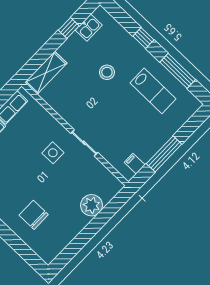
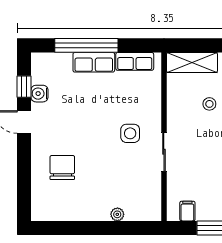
stool: (82, 87) -> (209, 104), added
plant: (92, 205) -> (117, 214), width x0.53, depth x0.53

